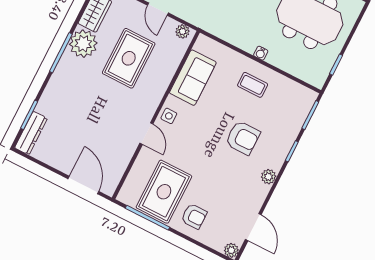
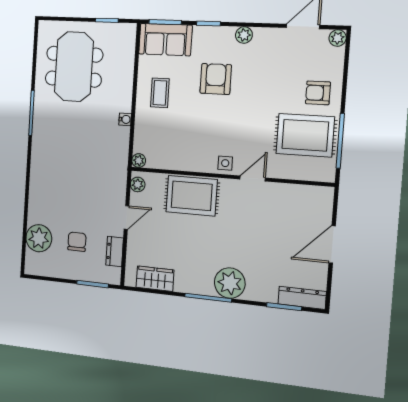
plant: (203, 41) -> (139, 161), added
plant: (83, 44) -> (230, 283), moved
water cooler: (261, 53) -> (125, 119), moved
rug: (129, 58) -> (192, 196), moved
sofa: (193, 78) -> (165, 40), moved, turned 180
door: (83, 185) -> (332, 244), moved
armchair: (194, 216) -> (318, 93), turned -90

